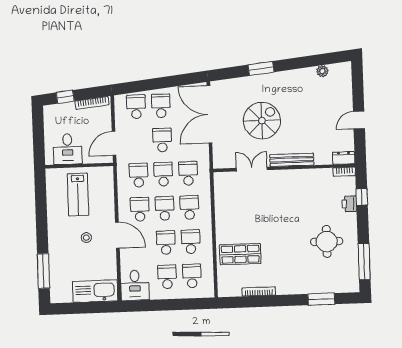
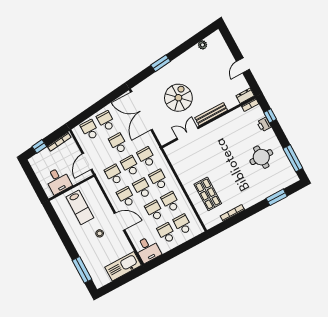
shop shelf: (240, 254) -> (208, 194), turned 90

